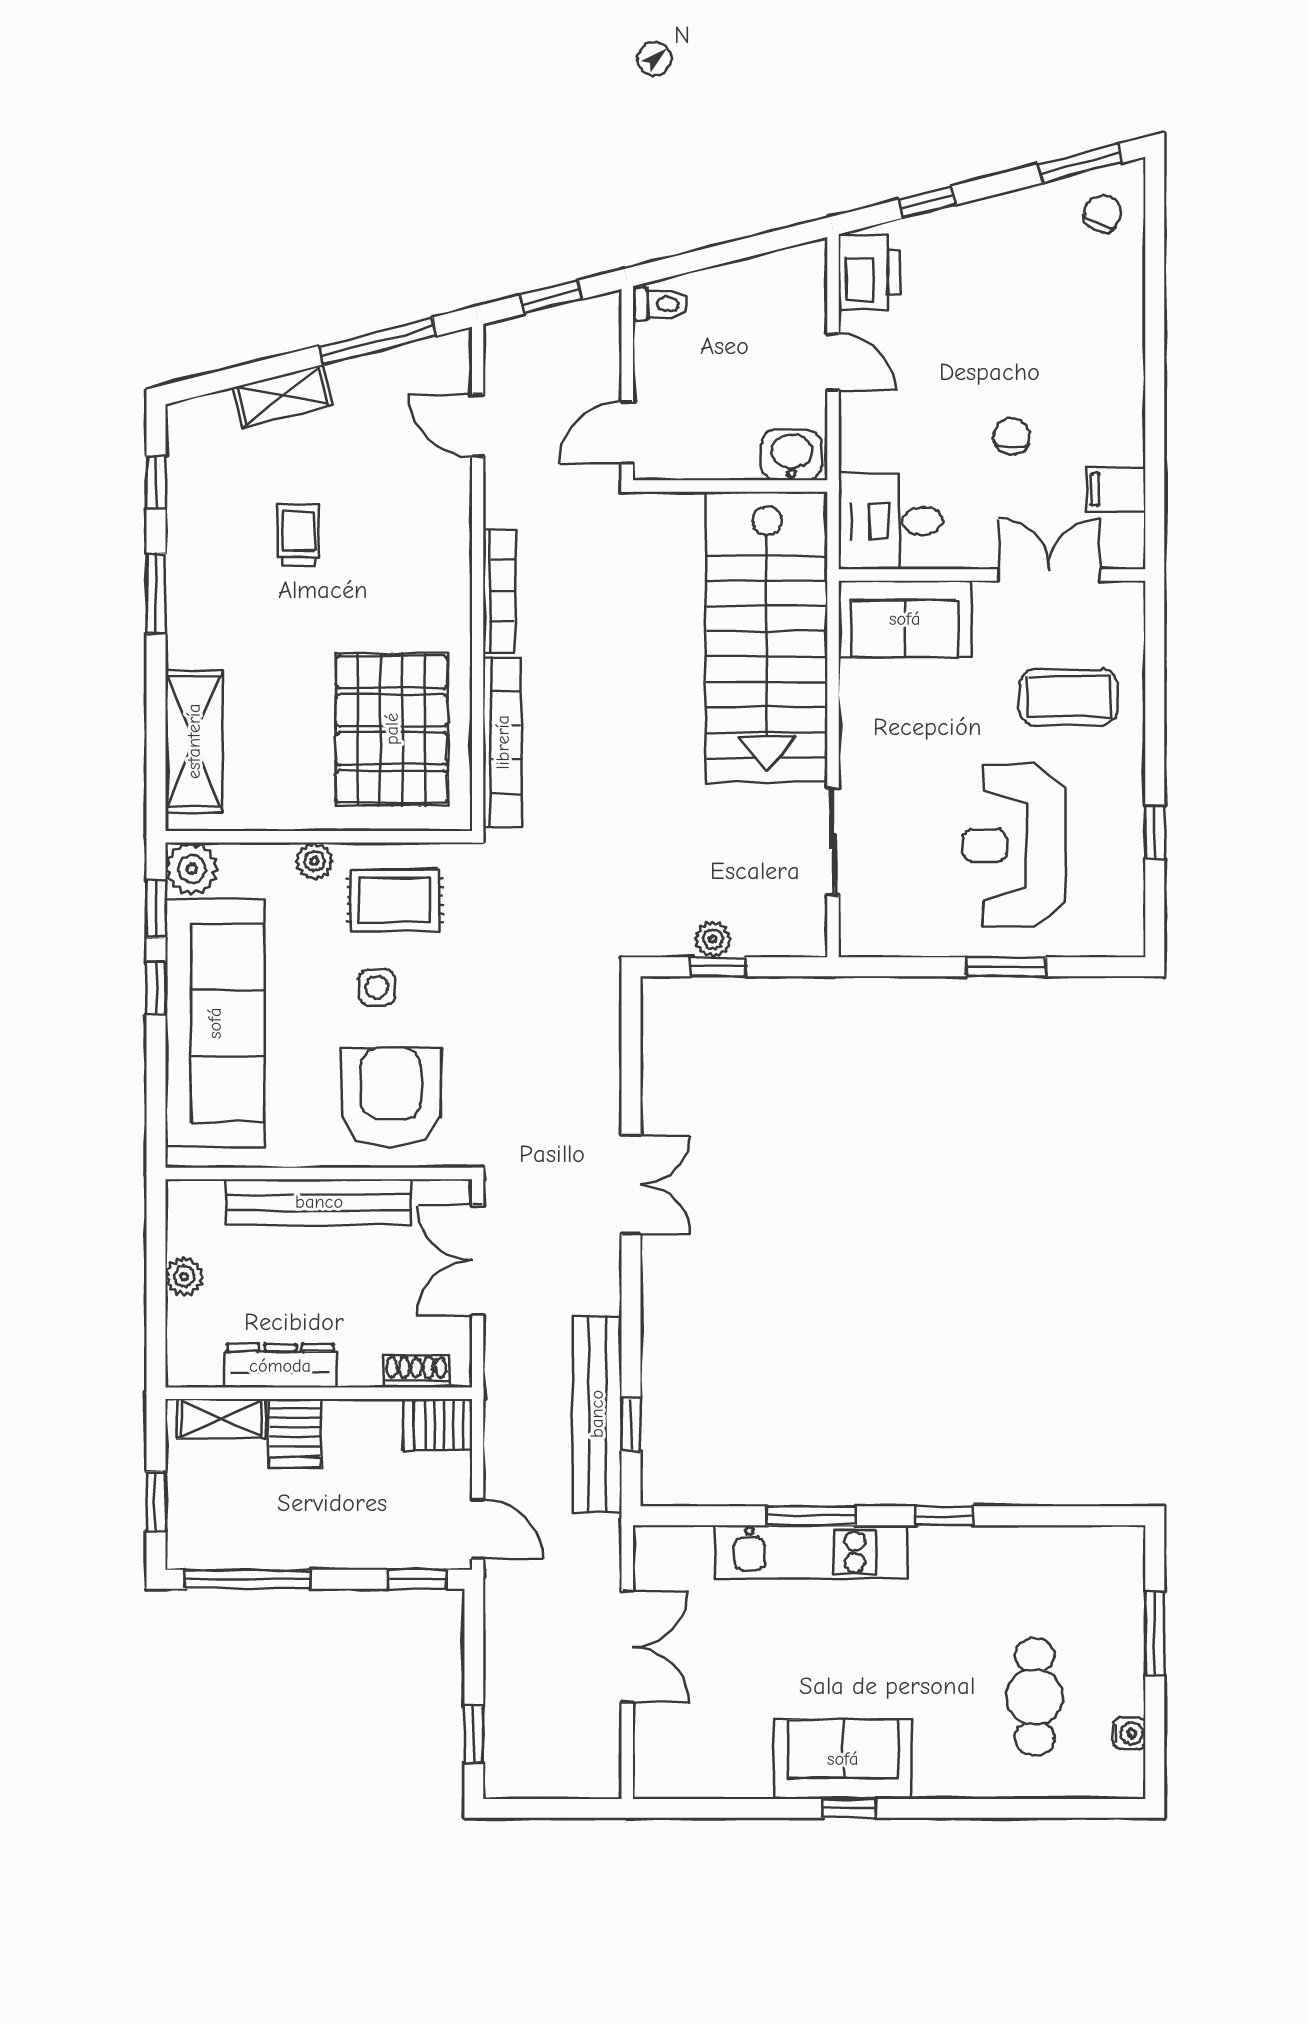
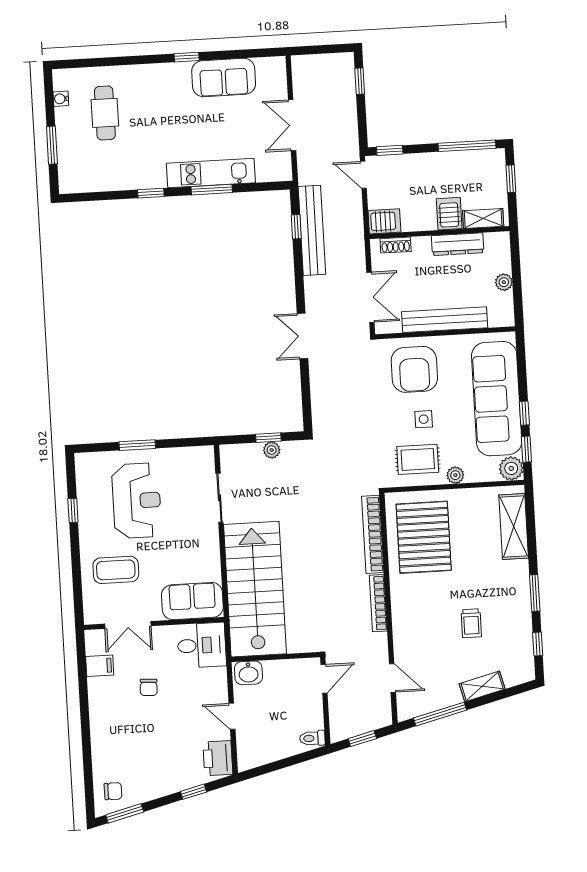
chair: (1102, 214) -> (113, 791), turned -114
sofa: (843, 1759) -> (224, 77), moved

